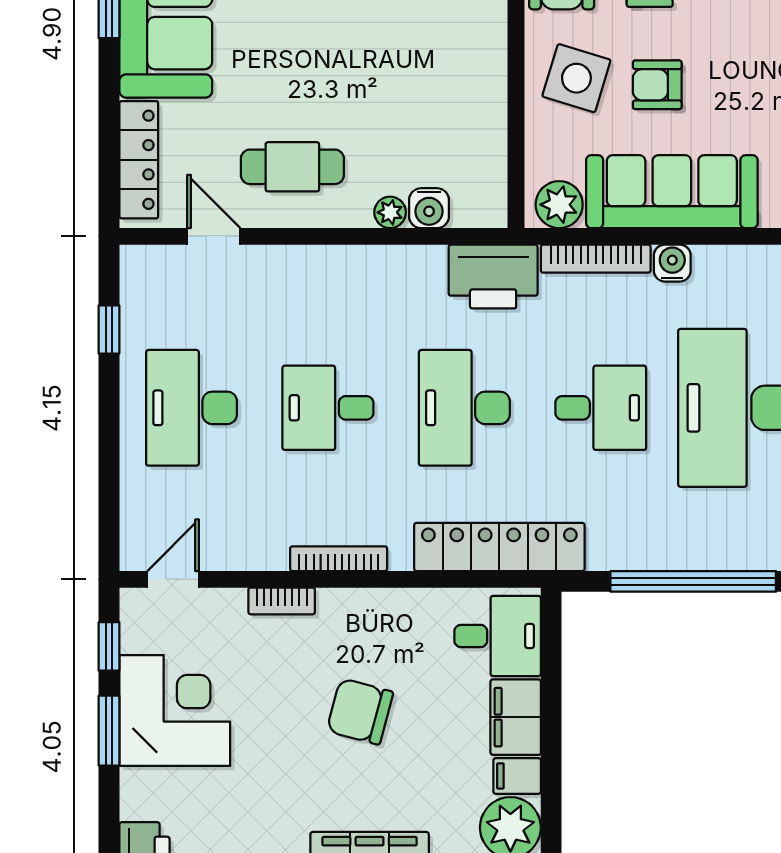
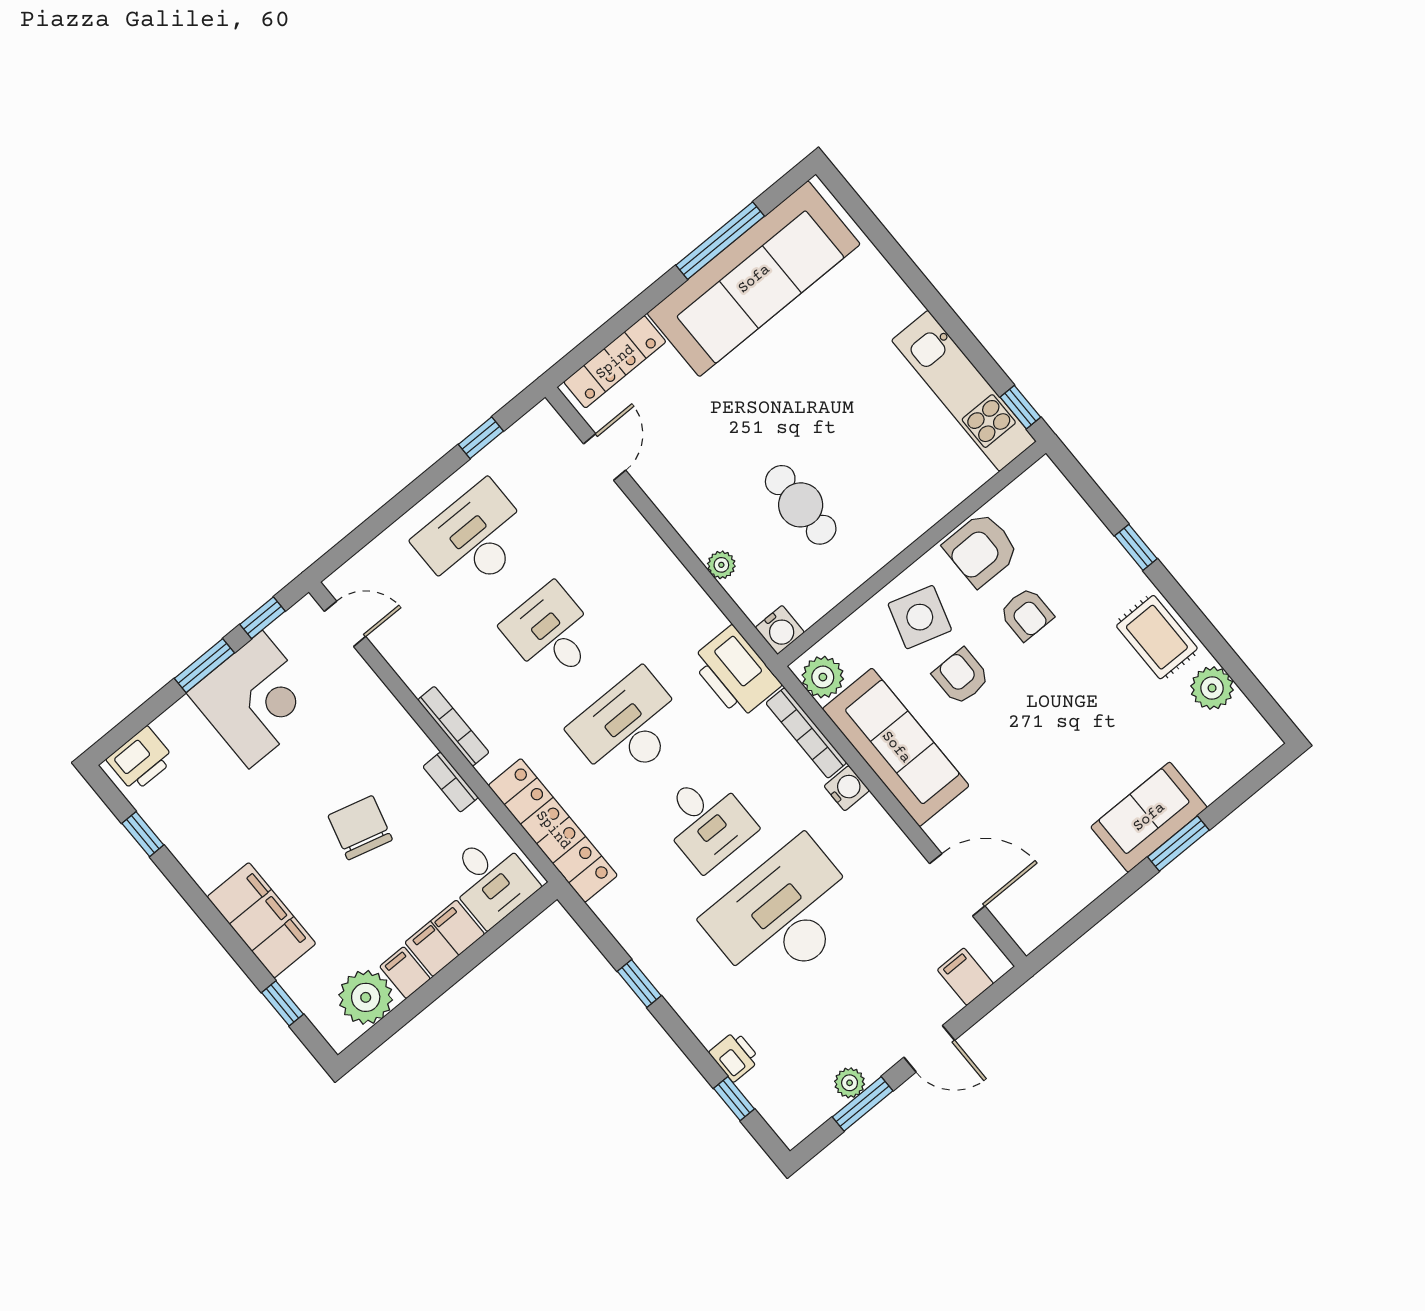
cafe table: (292, 167) -> (801, 505), moved
water cooler: (429, 208) -> (780, 630), moved, turned -90
window: (693, 581) -> (639, 984), width x0.32
bookcase: (282, 601) -> (451, 782), moved

